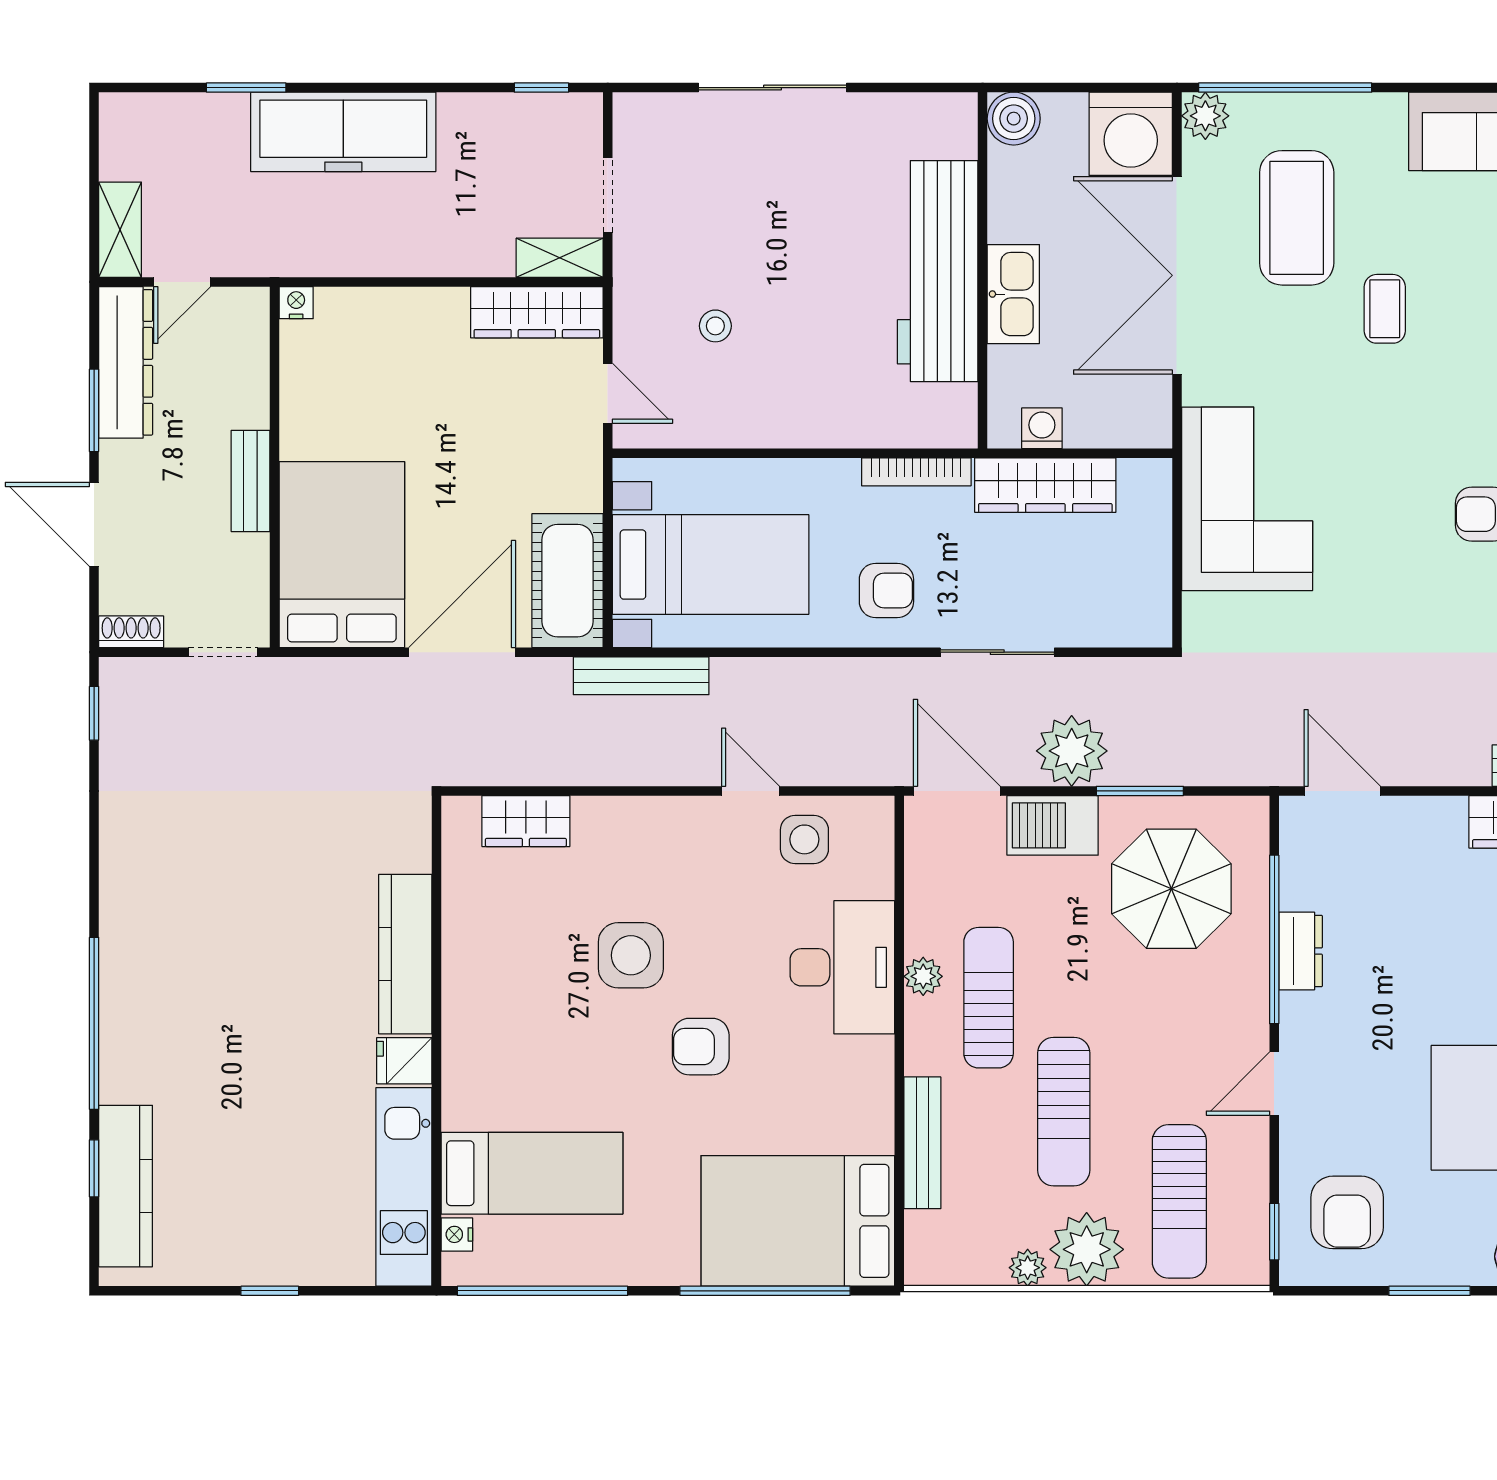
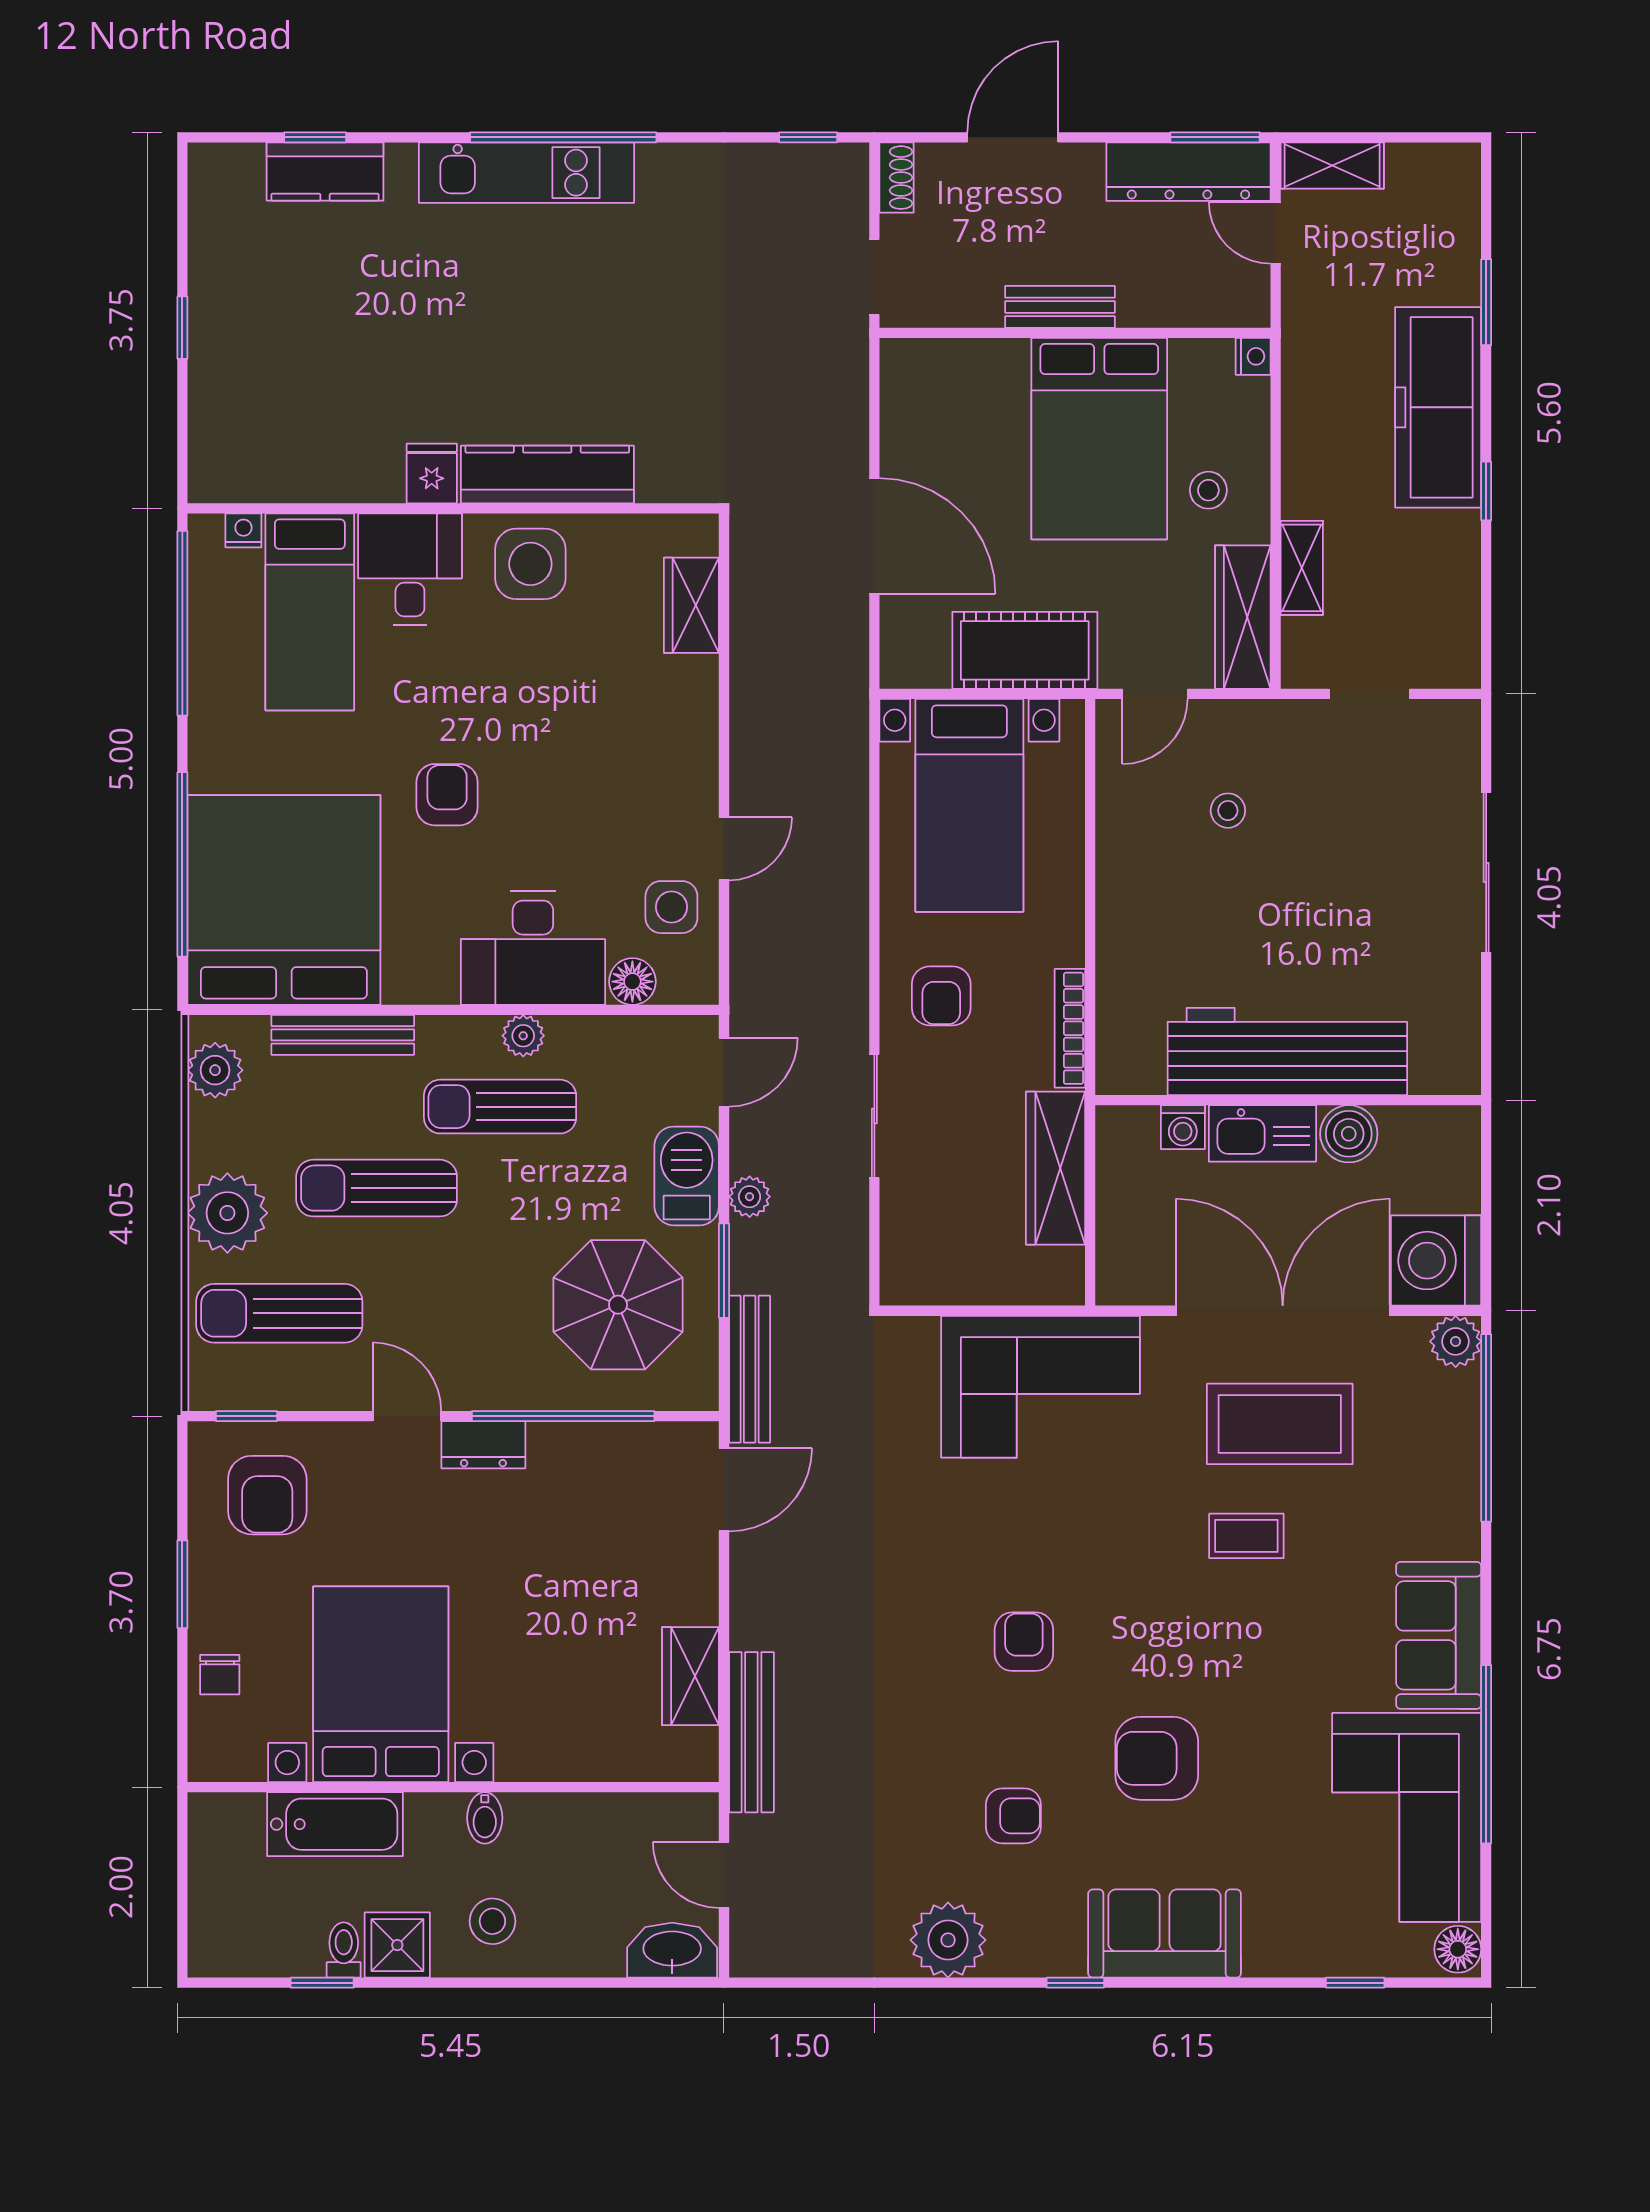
window: (541, 88) -> (1486, 491), moved
boiler: (1014, 119) -> (1349, 1134), moved
coffee table: (1297, 218) -> (1280, 1424), moved
shelving: (560, 258) -> (1302, 568), moved
stool: (420, 344) -> (1208, 490), added
window: (94, 410) -> (1215, 137), moved
washing machine: (1042, 428) -> (1183, 1127), moved, turned 90
bed: (342, 555) -> (1099, 439), moved, turned 90
cot: (568, 581) -> (1025, 650), moved
bench: (641, 676) -> (750, 1369), moved
plant: (1072, 751) -> (750, 1197), width x0.53, depth x0.53
door: (957, 791) -> (724, 1072), width x0.73
floor lamp: (873, 875) -> (632, 982), added
dresser: (1301, 951) -> (483, 1445), moved
side table: (631, 955) -> (530, 564), moved
sun lounger: (989, 998) -> (500, 1107), turned 180
window: (94, 1023) -> (563, 137), moved
desk: (493, 1081) -> (410, 569), added
kitchen counter: (126, 1186) -> (325, 171), width x0.67
kitchen unit: (404, 1187) -> (527, 173), moved, turned 180
armchair: (1347, 1212) -> (267, 1495), turned -90
bed: (798, 1221) -> (284, 900), width x1.36
plant: (1028, 1268) -> (215, 1070), moved, width x1.38, depth x1.38

